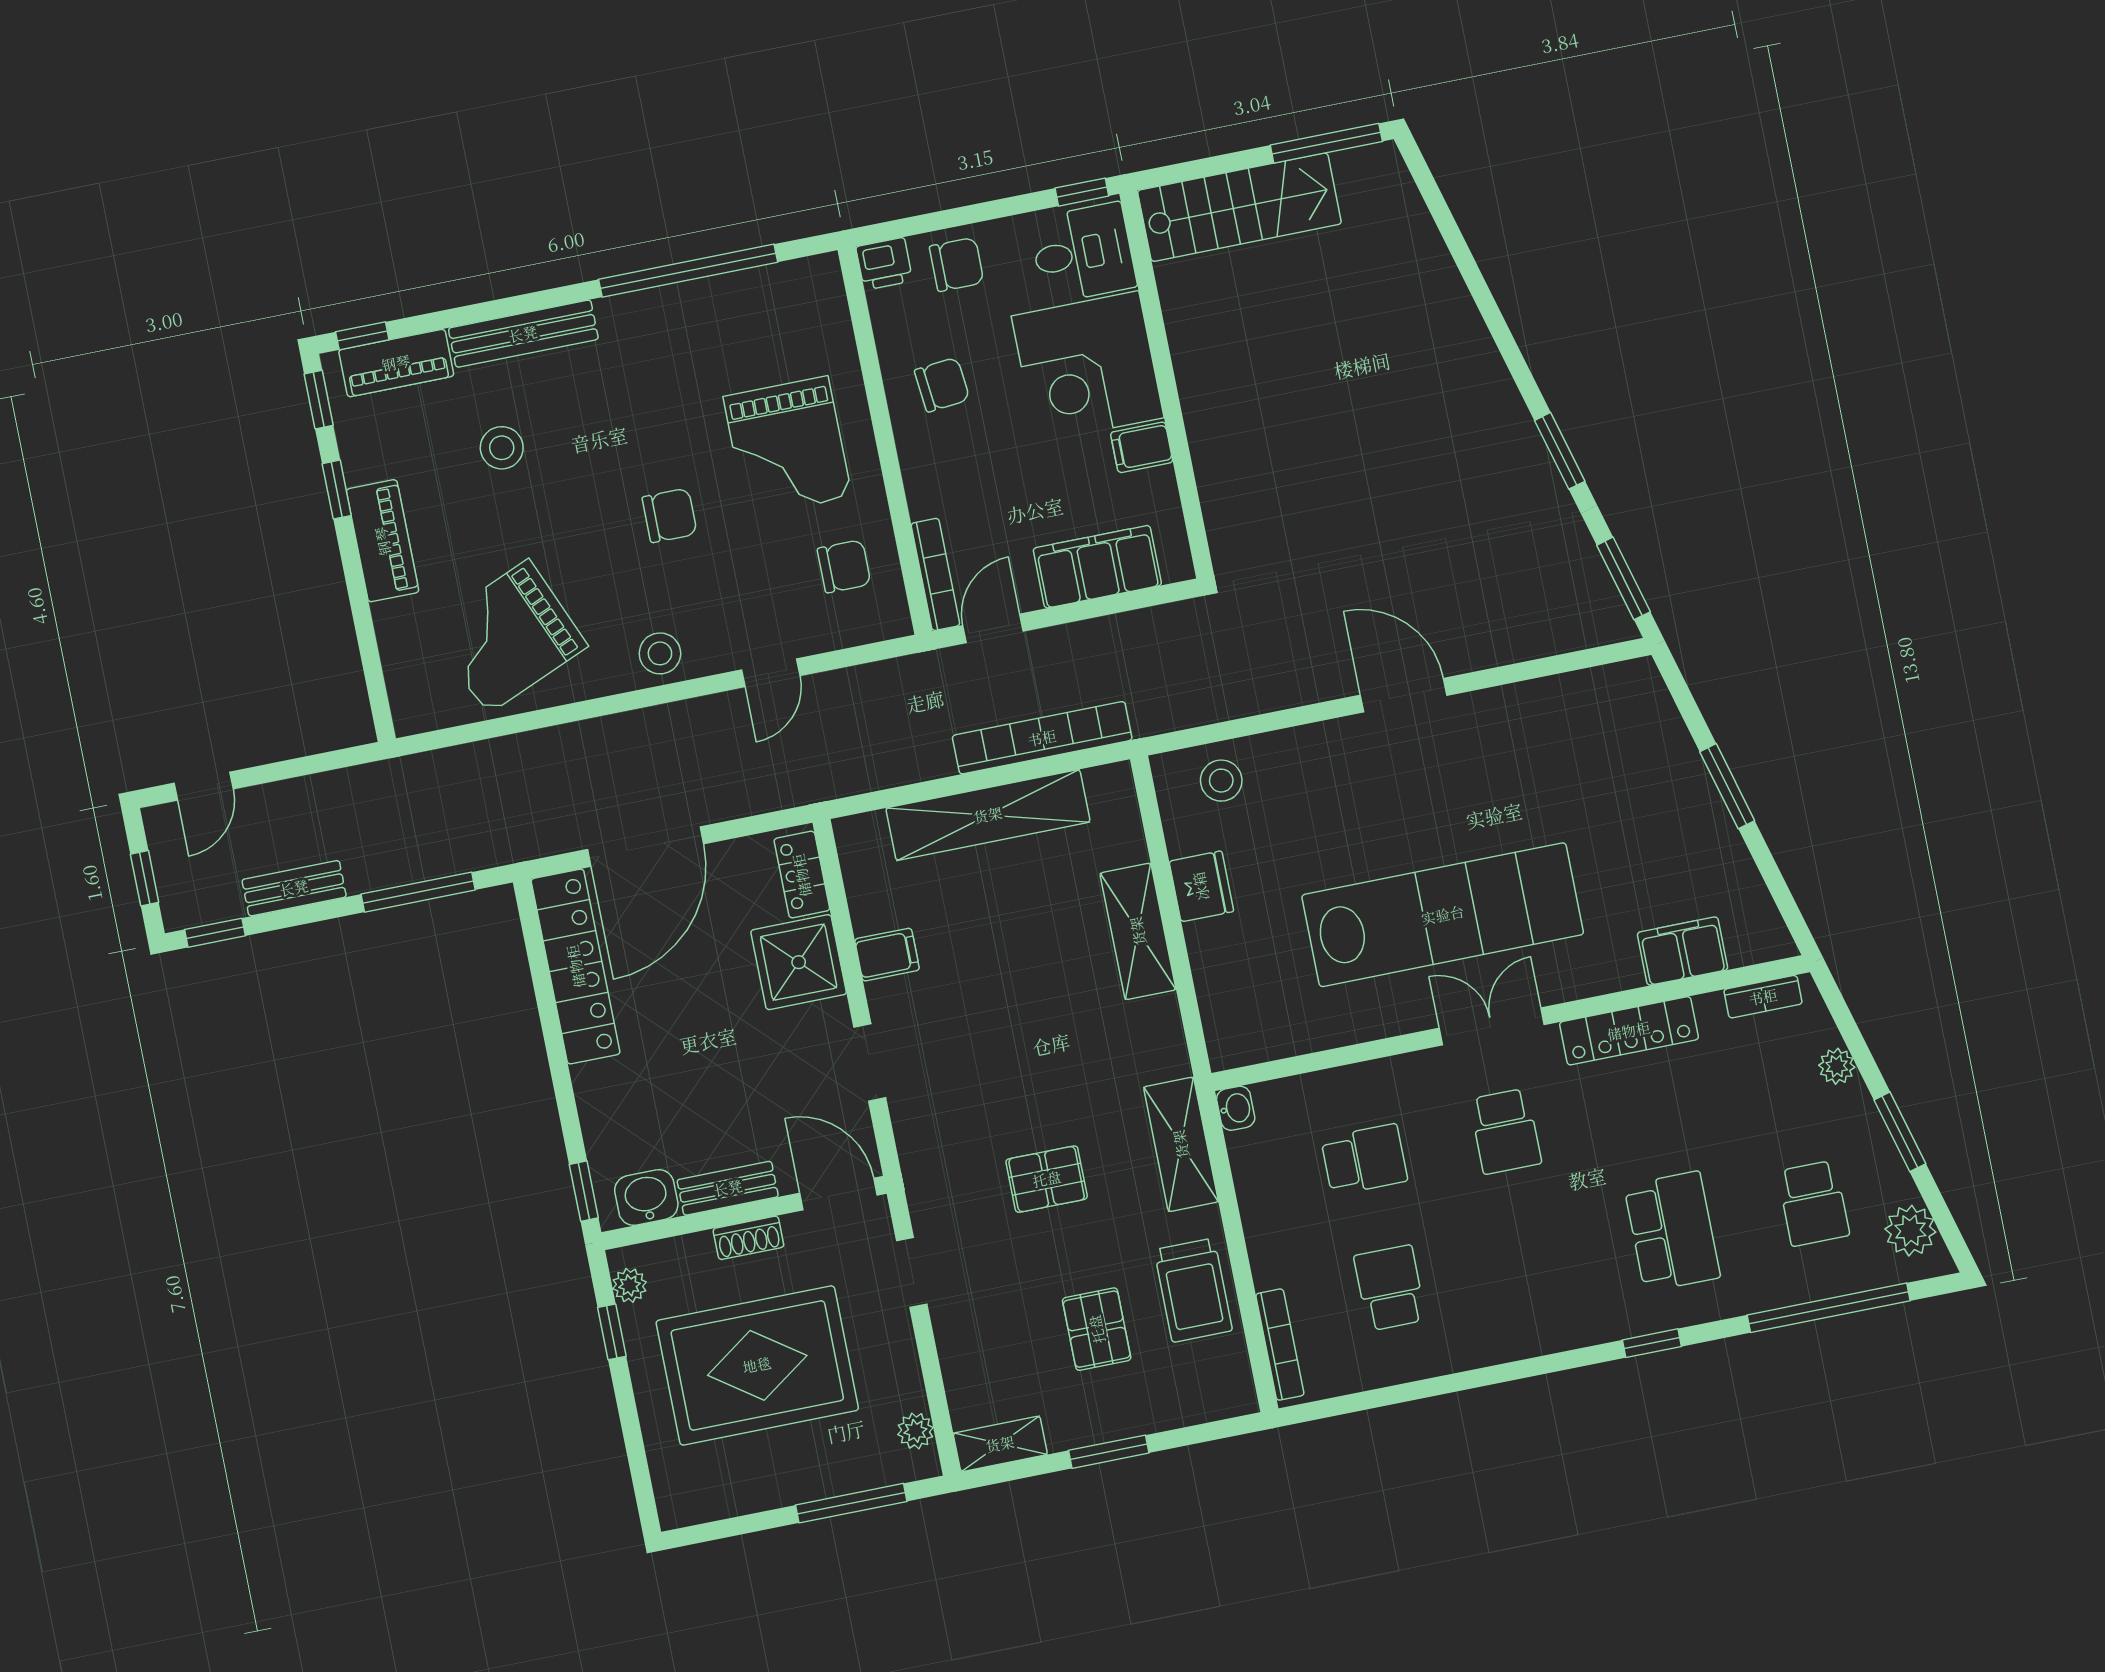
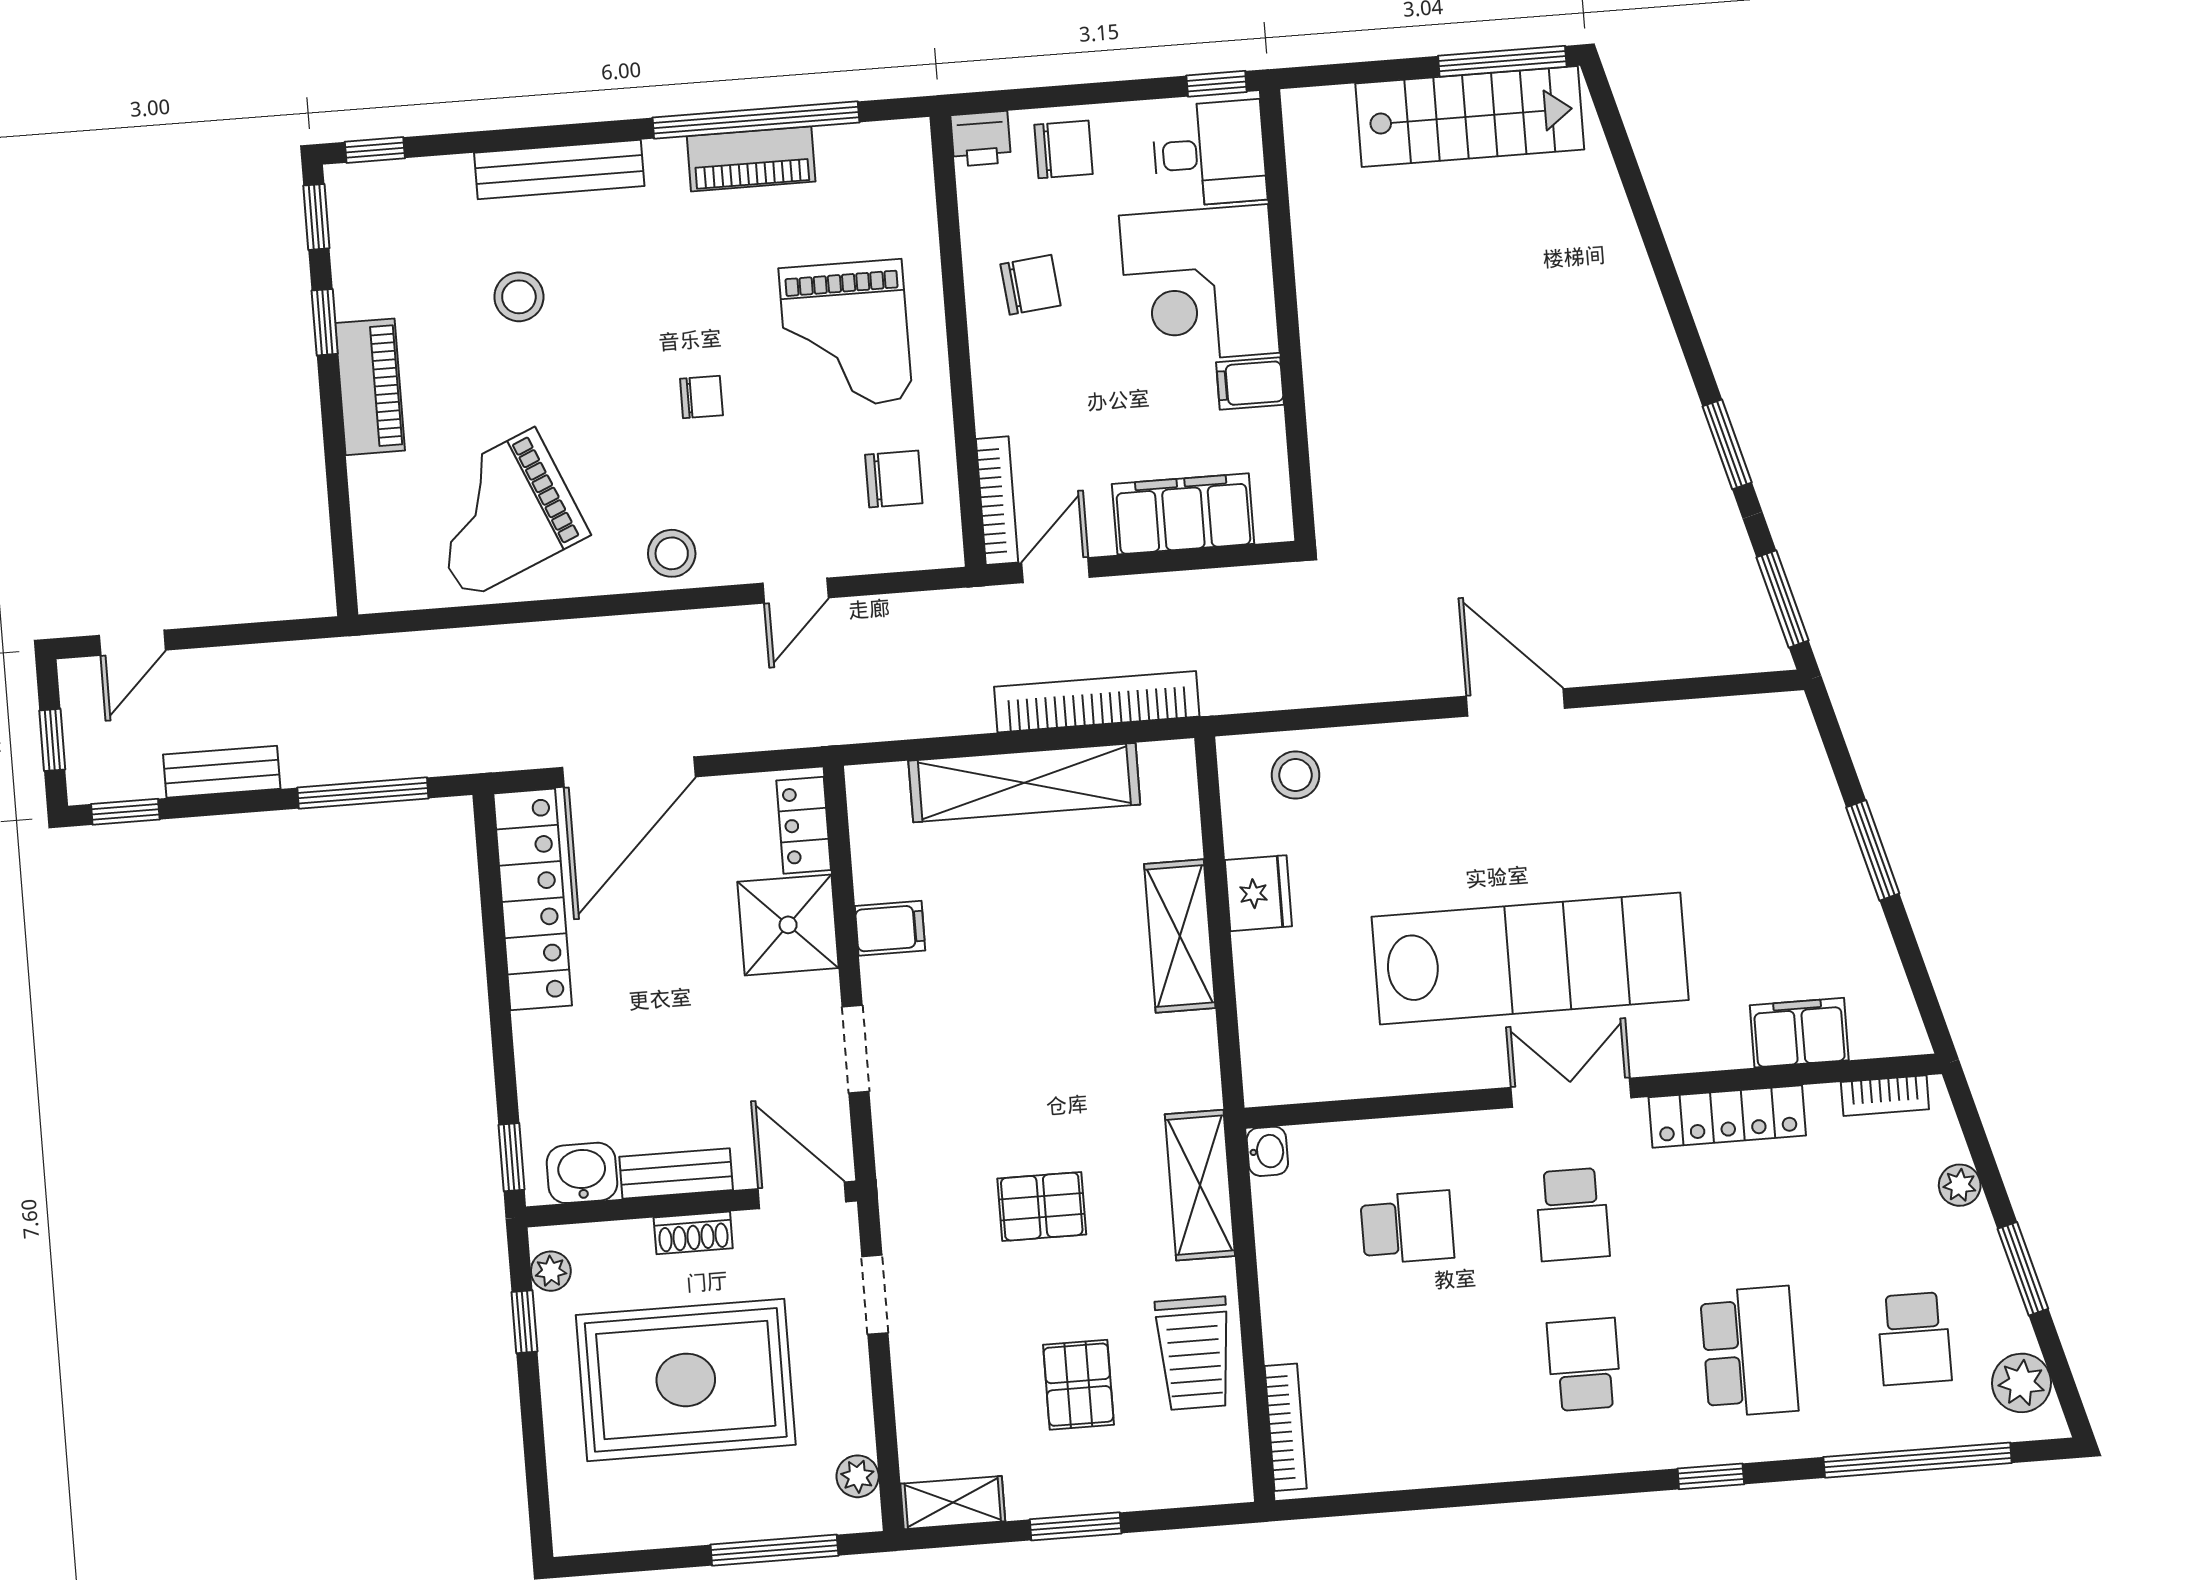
stairs: (1239, 207) -> (1470, 117), moved
piano: (396, 363) -> (751, 159), moved
chair: (670, 515) -> (701, 397), width x0.73, depth x0.73
school desk: (1390, 1288) -> (1584, 1365), moved

